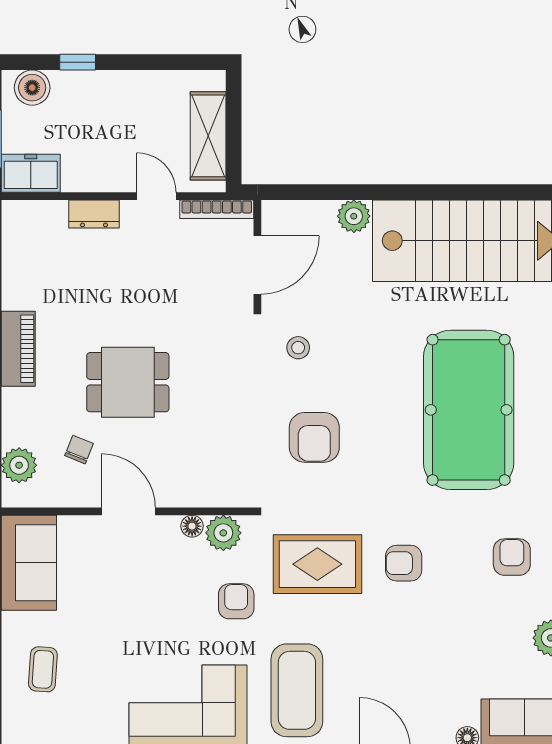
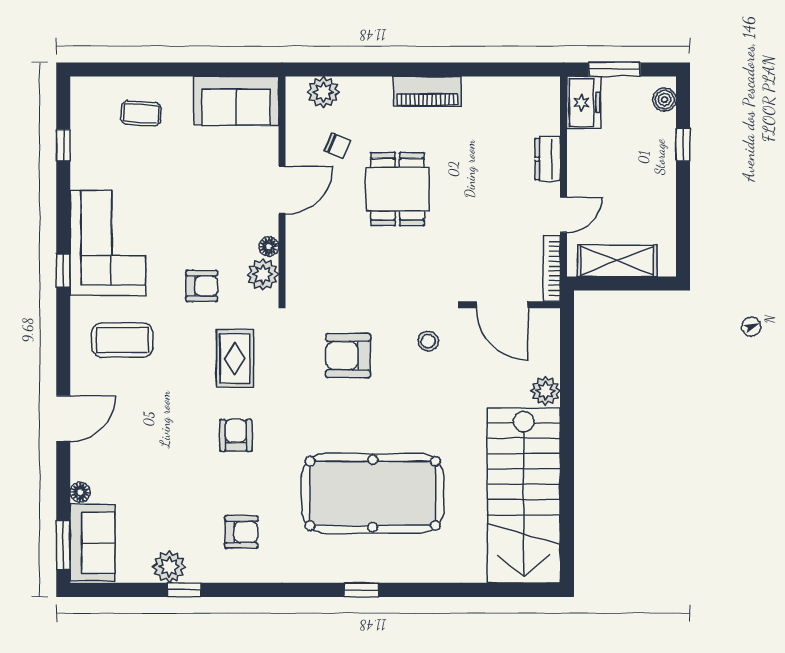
boiler: (32, 88) -> (664, 100), width x0.73, depth x0.73
rug: (317, 564) -> (235, 358), width x0.73, depth x0.70
coffee table: (297, 690) -> (122, 340), width x0.73, depth x0.76

